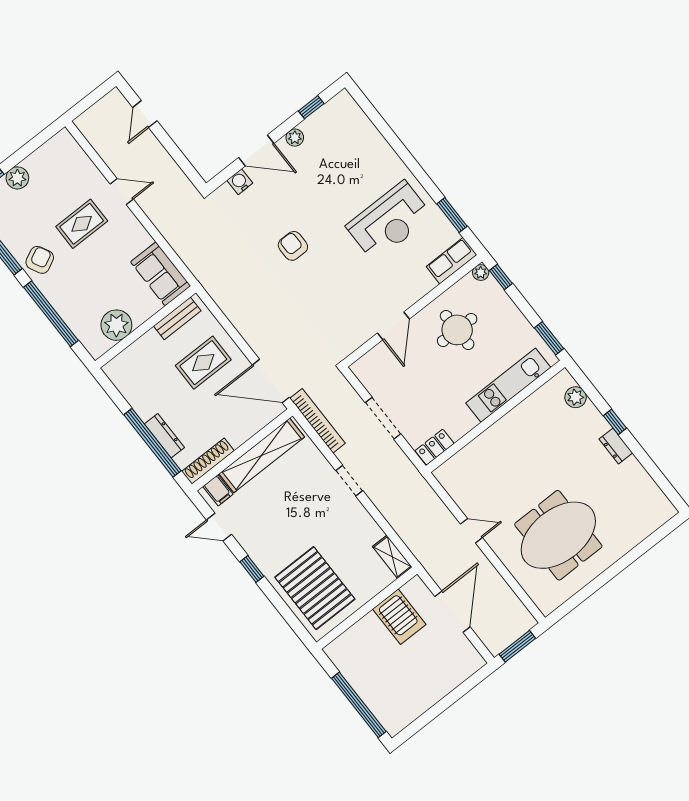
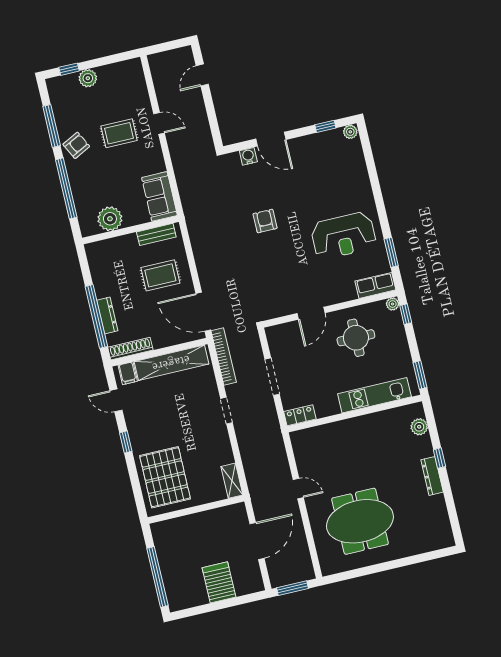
plant: (295, 138) -> (350, 132), moved
dresser: (616, 446) -> (432, 476), width x1.44
server rack: (399, 617) -> (219, 582), moved, turned 180

